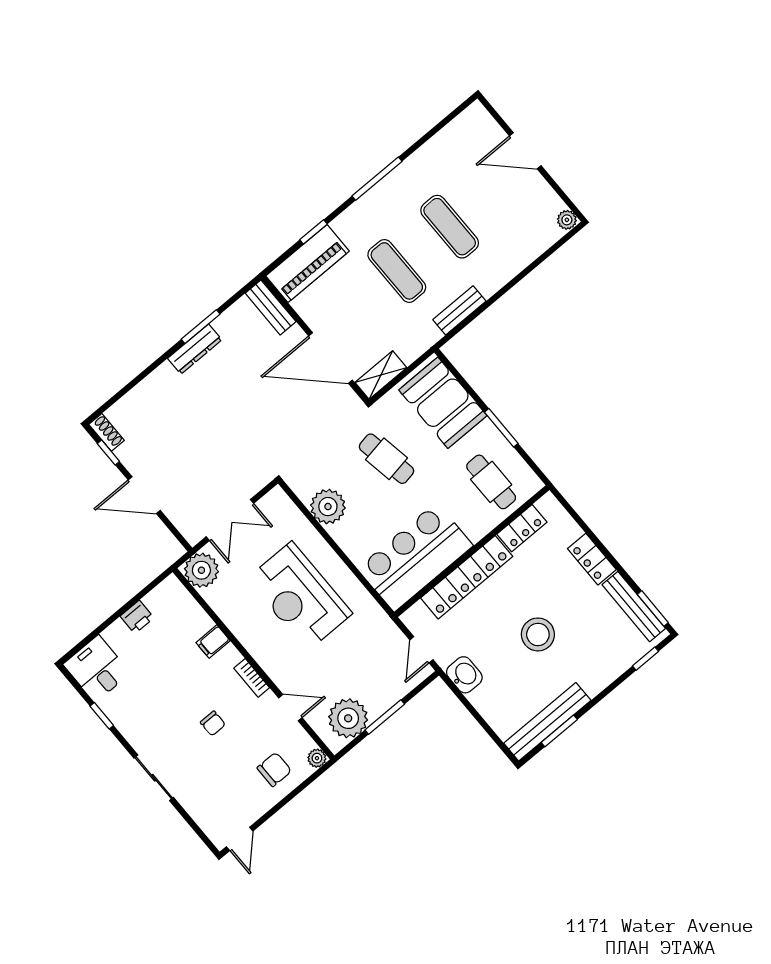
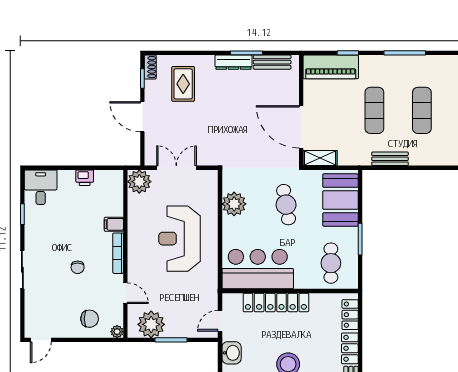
bench: (271, 307) -> (272, 62), moved, turned 90
rug: (159, 420) -> (183, 84), added
double door: (230, 520) -> (176, 168), swing flipped
locker: (522, 528) -> (350, 315), moved, turned 90
bookcase: (252, 678) -> (118, 253), width x1.56

